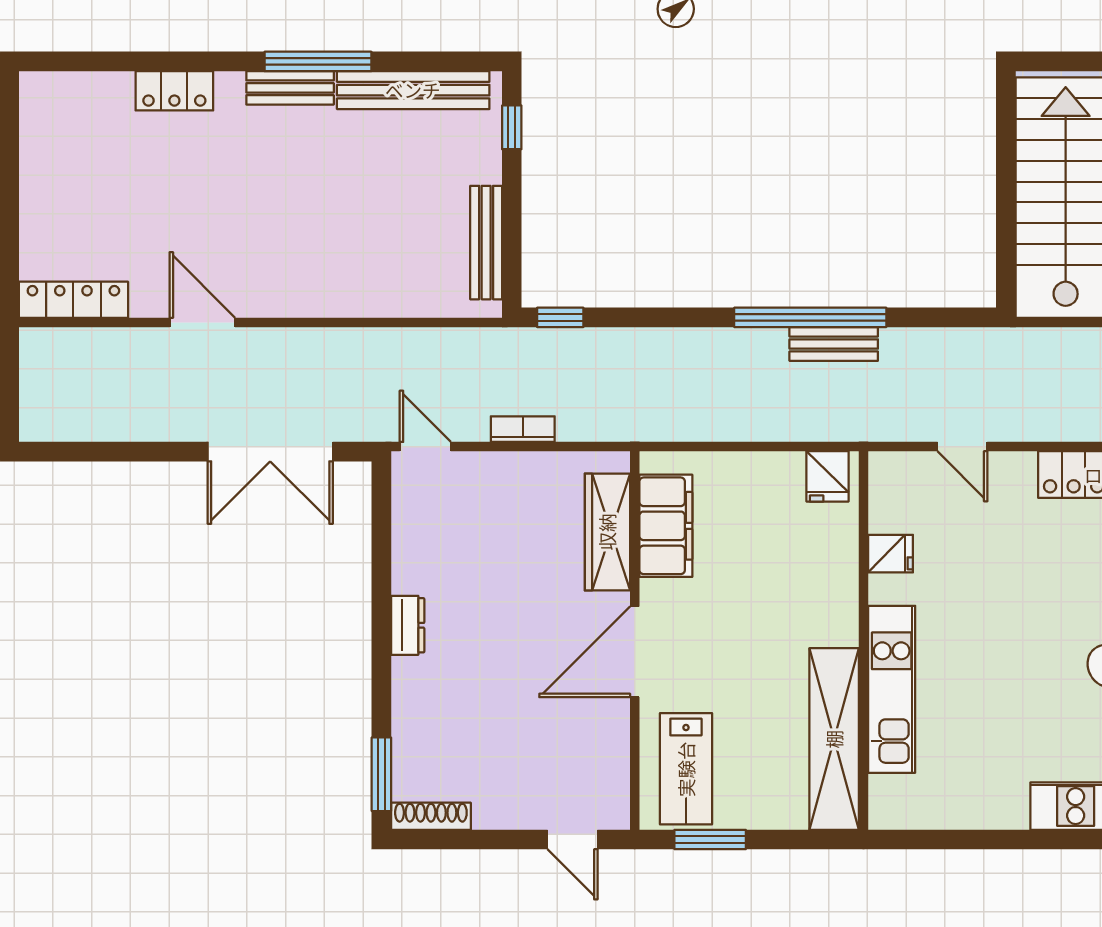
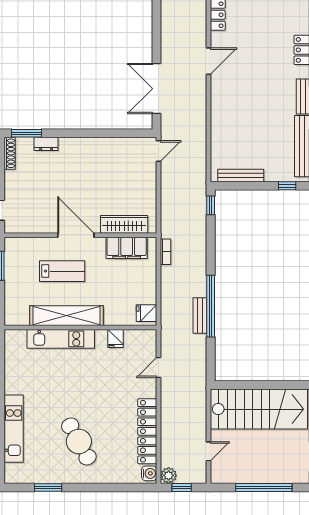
bookcase: (523, 429) -> (166, 252), moved
dresser: (408, 625) -> (46, 144), moved
shelving: (834, 739) -> (67, 316), moved
lab bench: (686, 769) -> (62, 271), moved, turned 180

